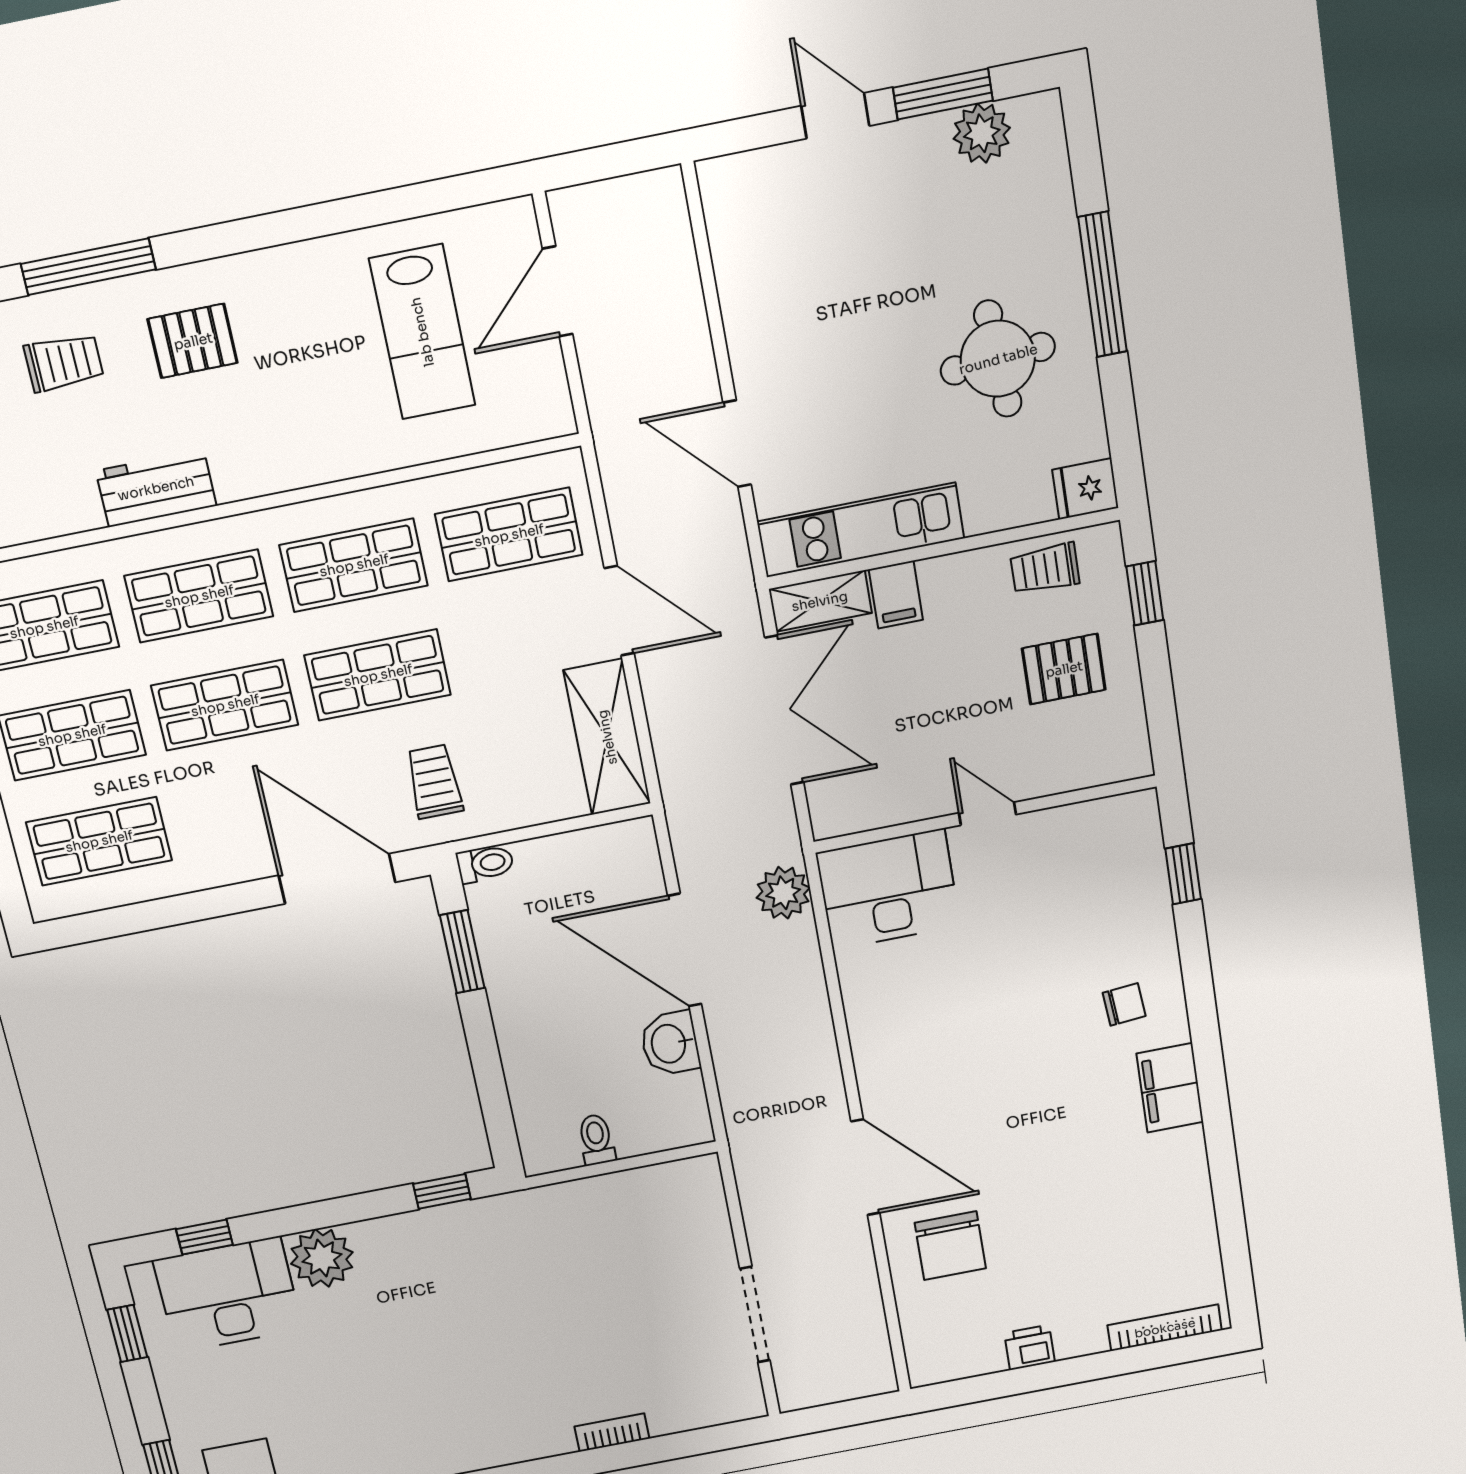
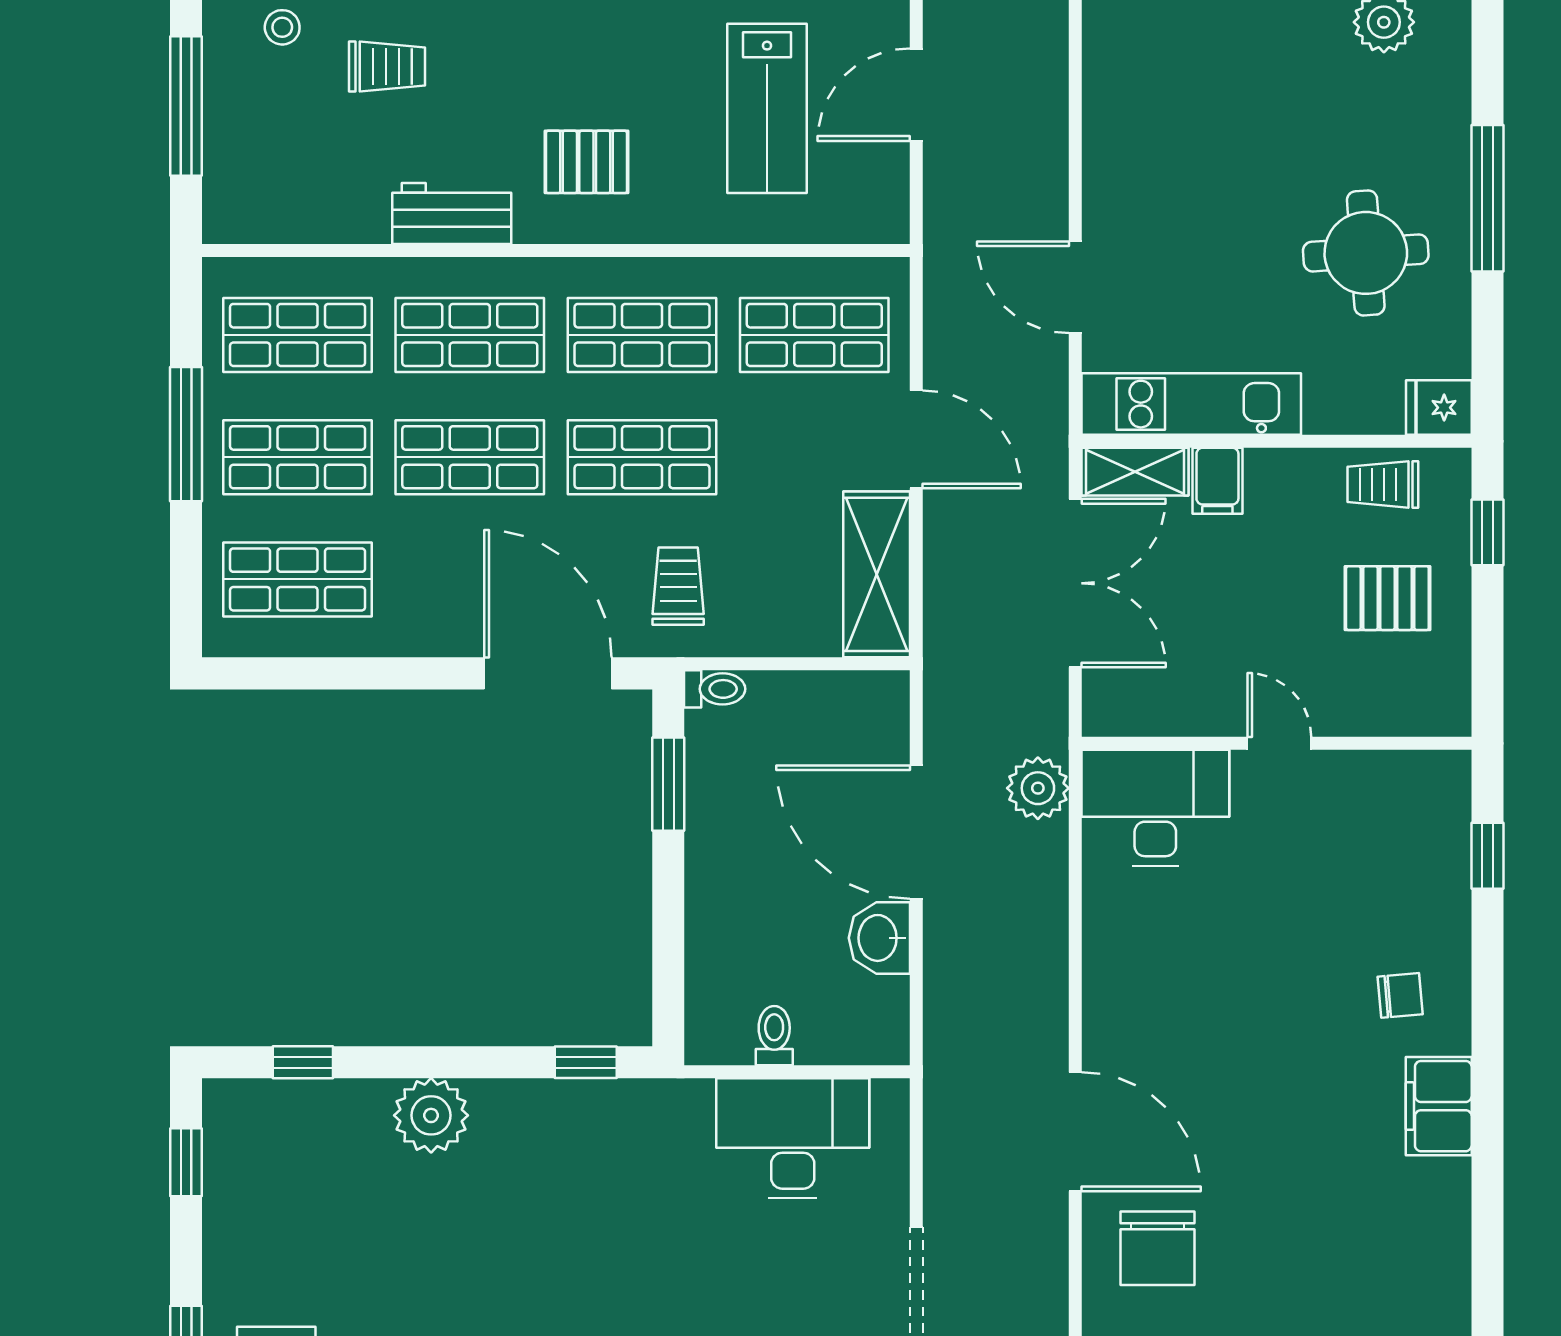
pallet: (193, 341) -> (586, 162), moved
desk: (228, 1295) -> (793, 1138), moved

